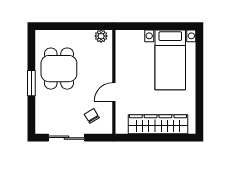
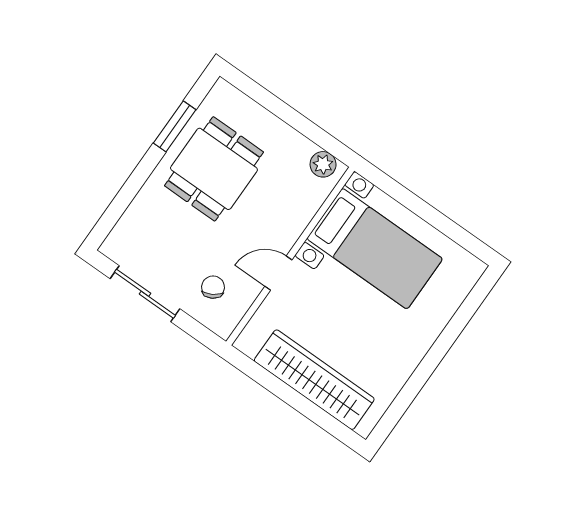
bed with nightstands: (170, 60) -> (375, 249), moved, turned -90
window: (31, 83) -> (175, 126), moved

